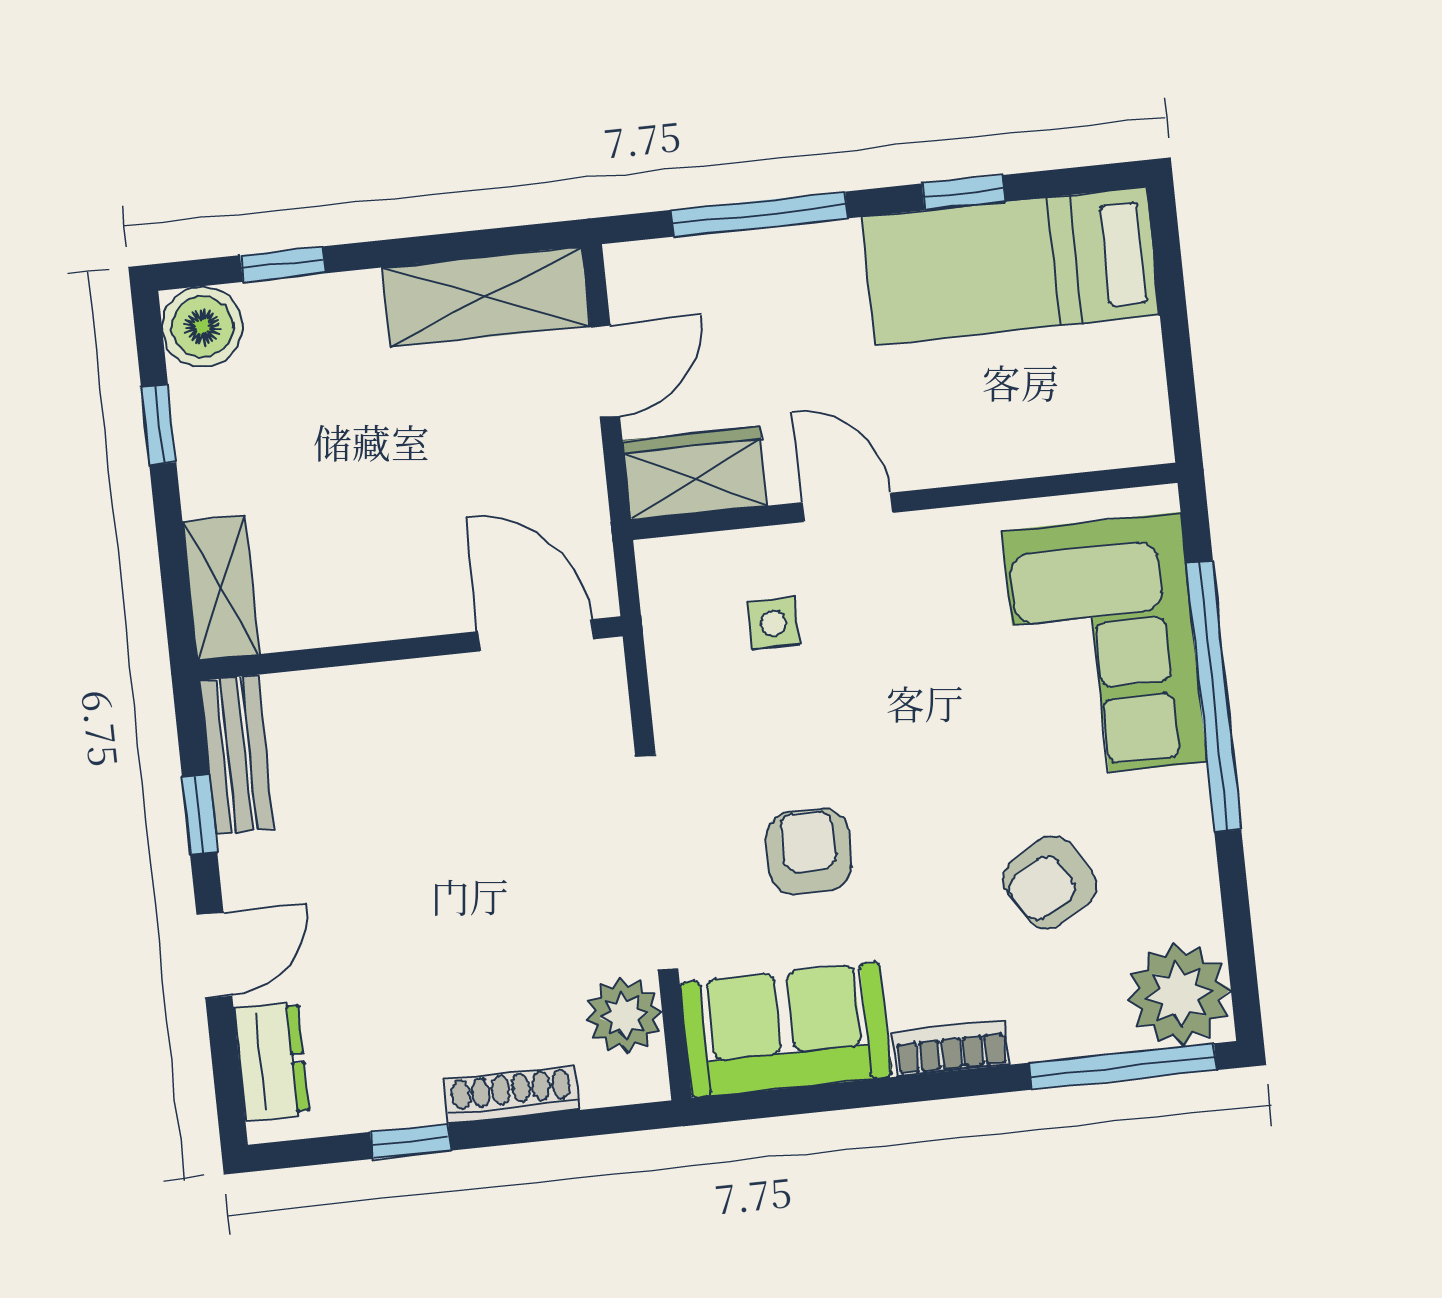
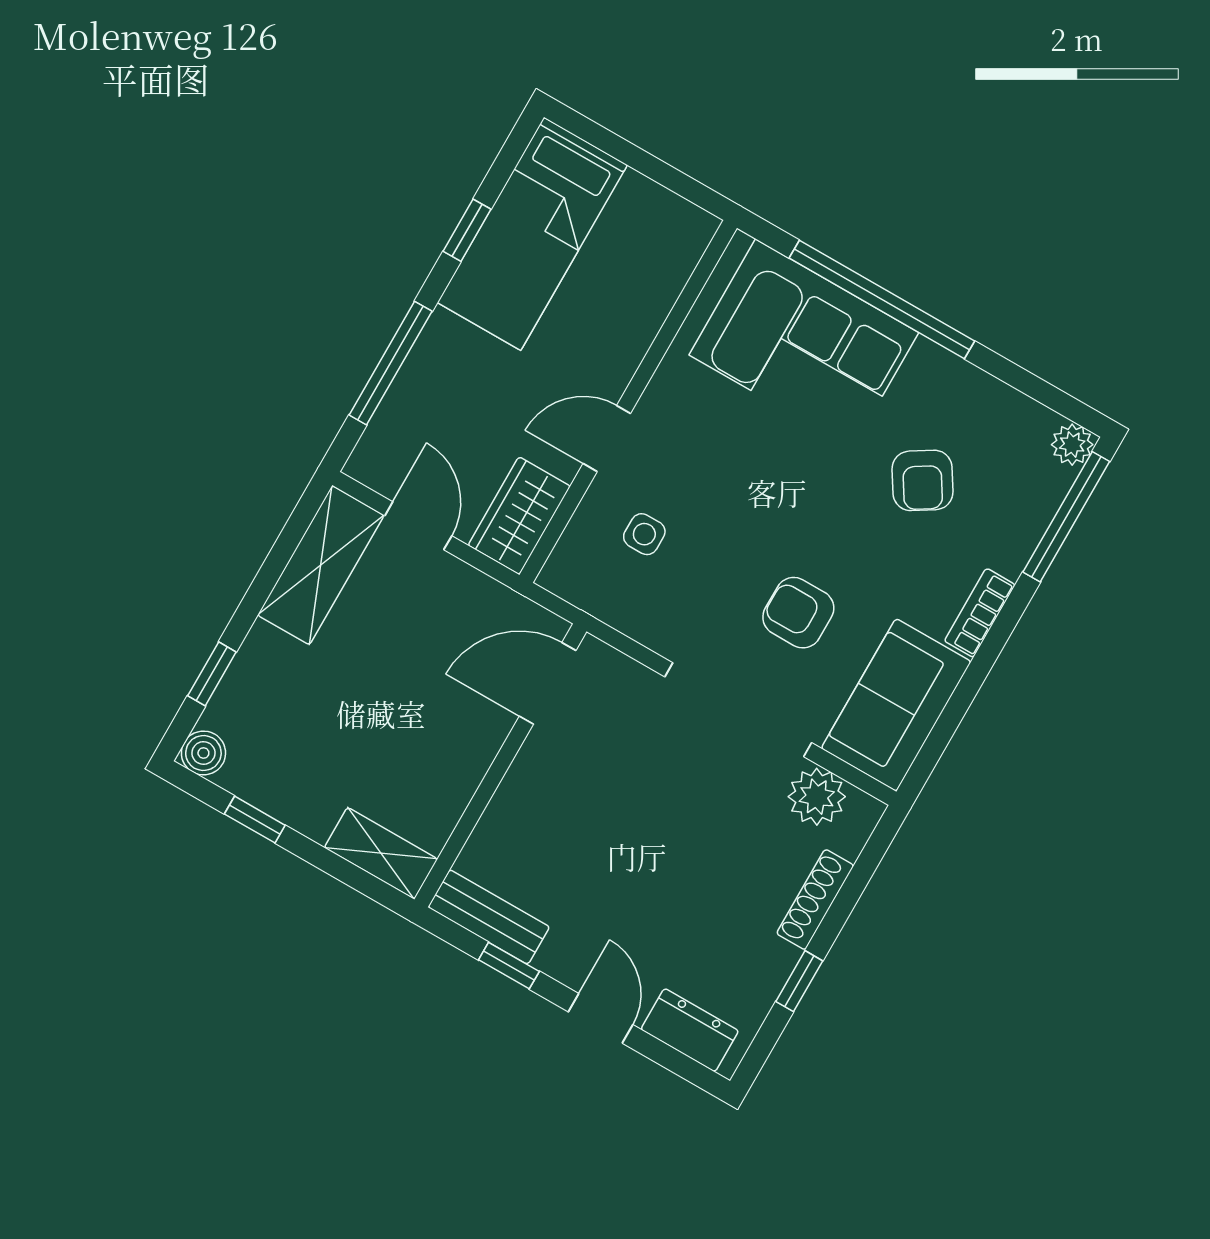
boiler: (202, 327) -> (203, 753), width x0.73, depth x0.73
plant: (1179, 995) -> (1072, 445), width x0.53, depth x0.53

